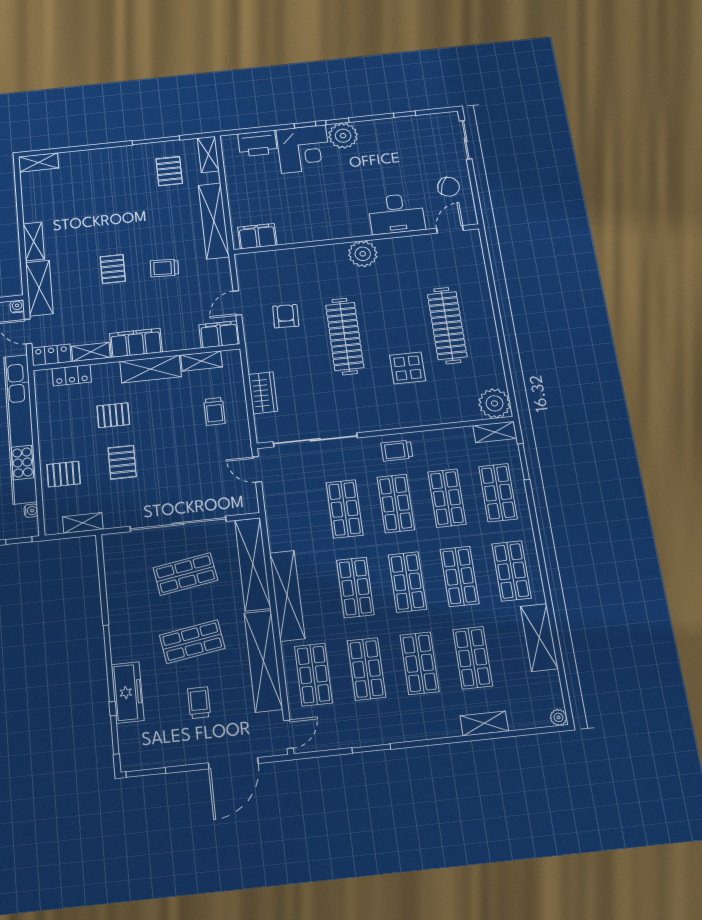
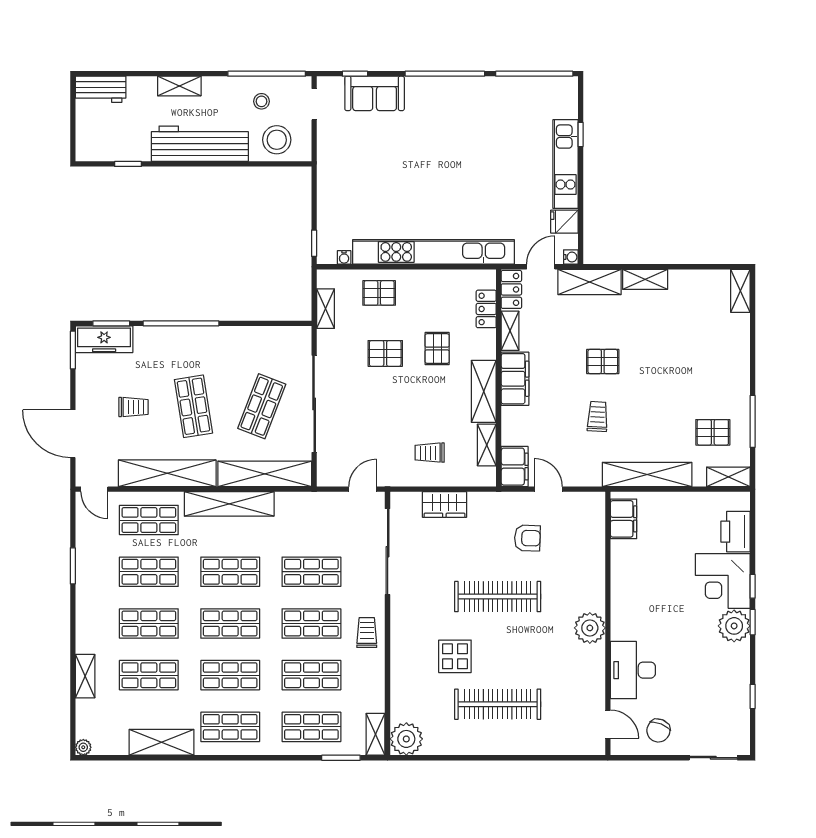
pallet: (64, 474) -> (379, 293), turned 90
shop shelf: (185, 574) -> (262, 406), turned 30
freezer: (128, 692) -> (104, 339), moved

